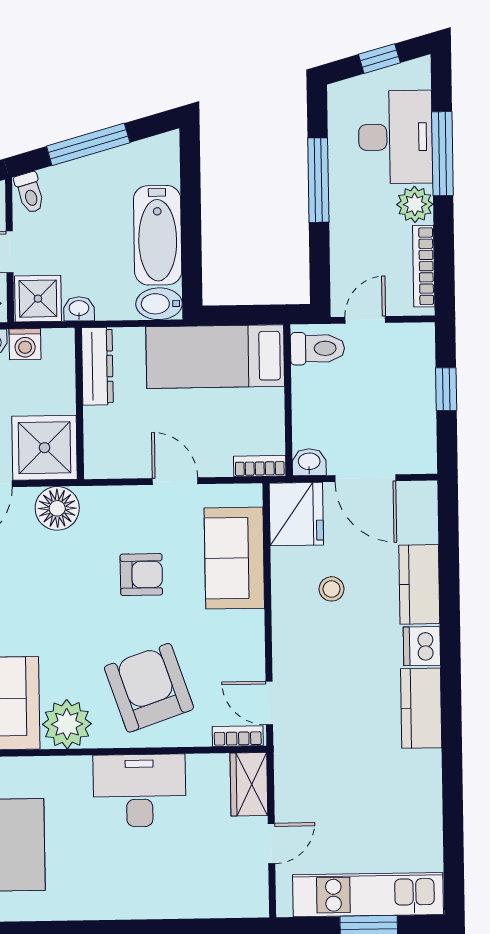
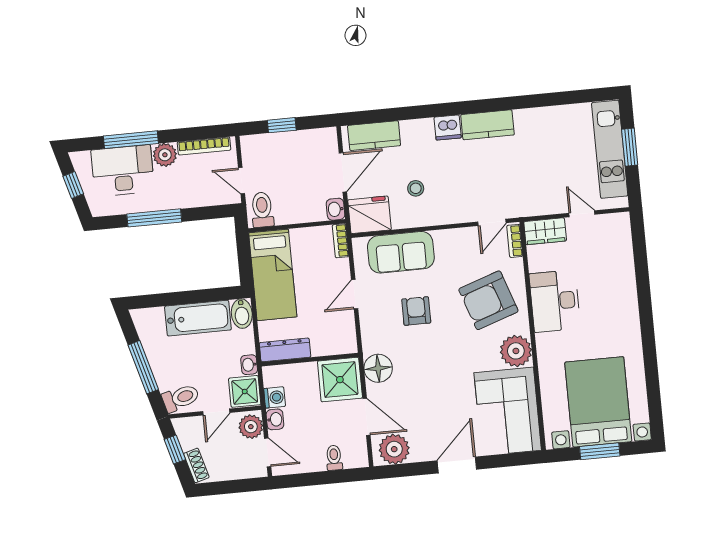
toilet: (30, 193) -> (181, 398), width x1.37, depth x1.39
kitchen counter: (419, 584) -> (374, 136), moved

